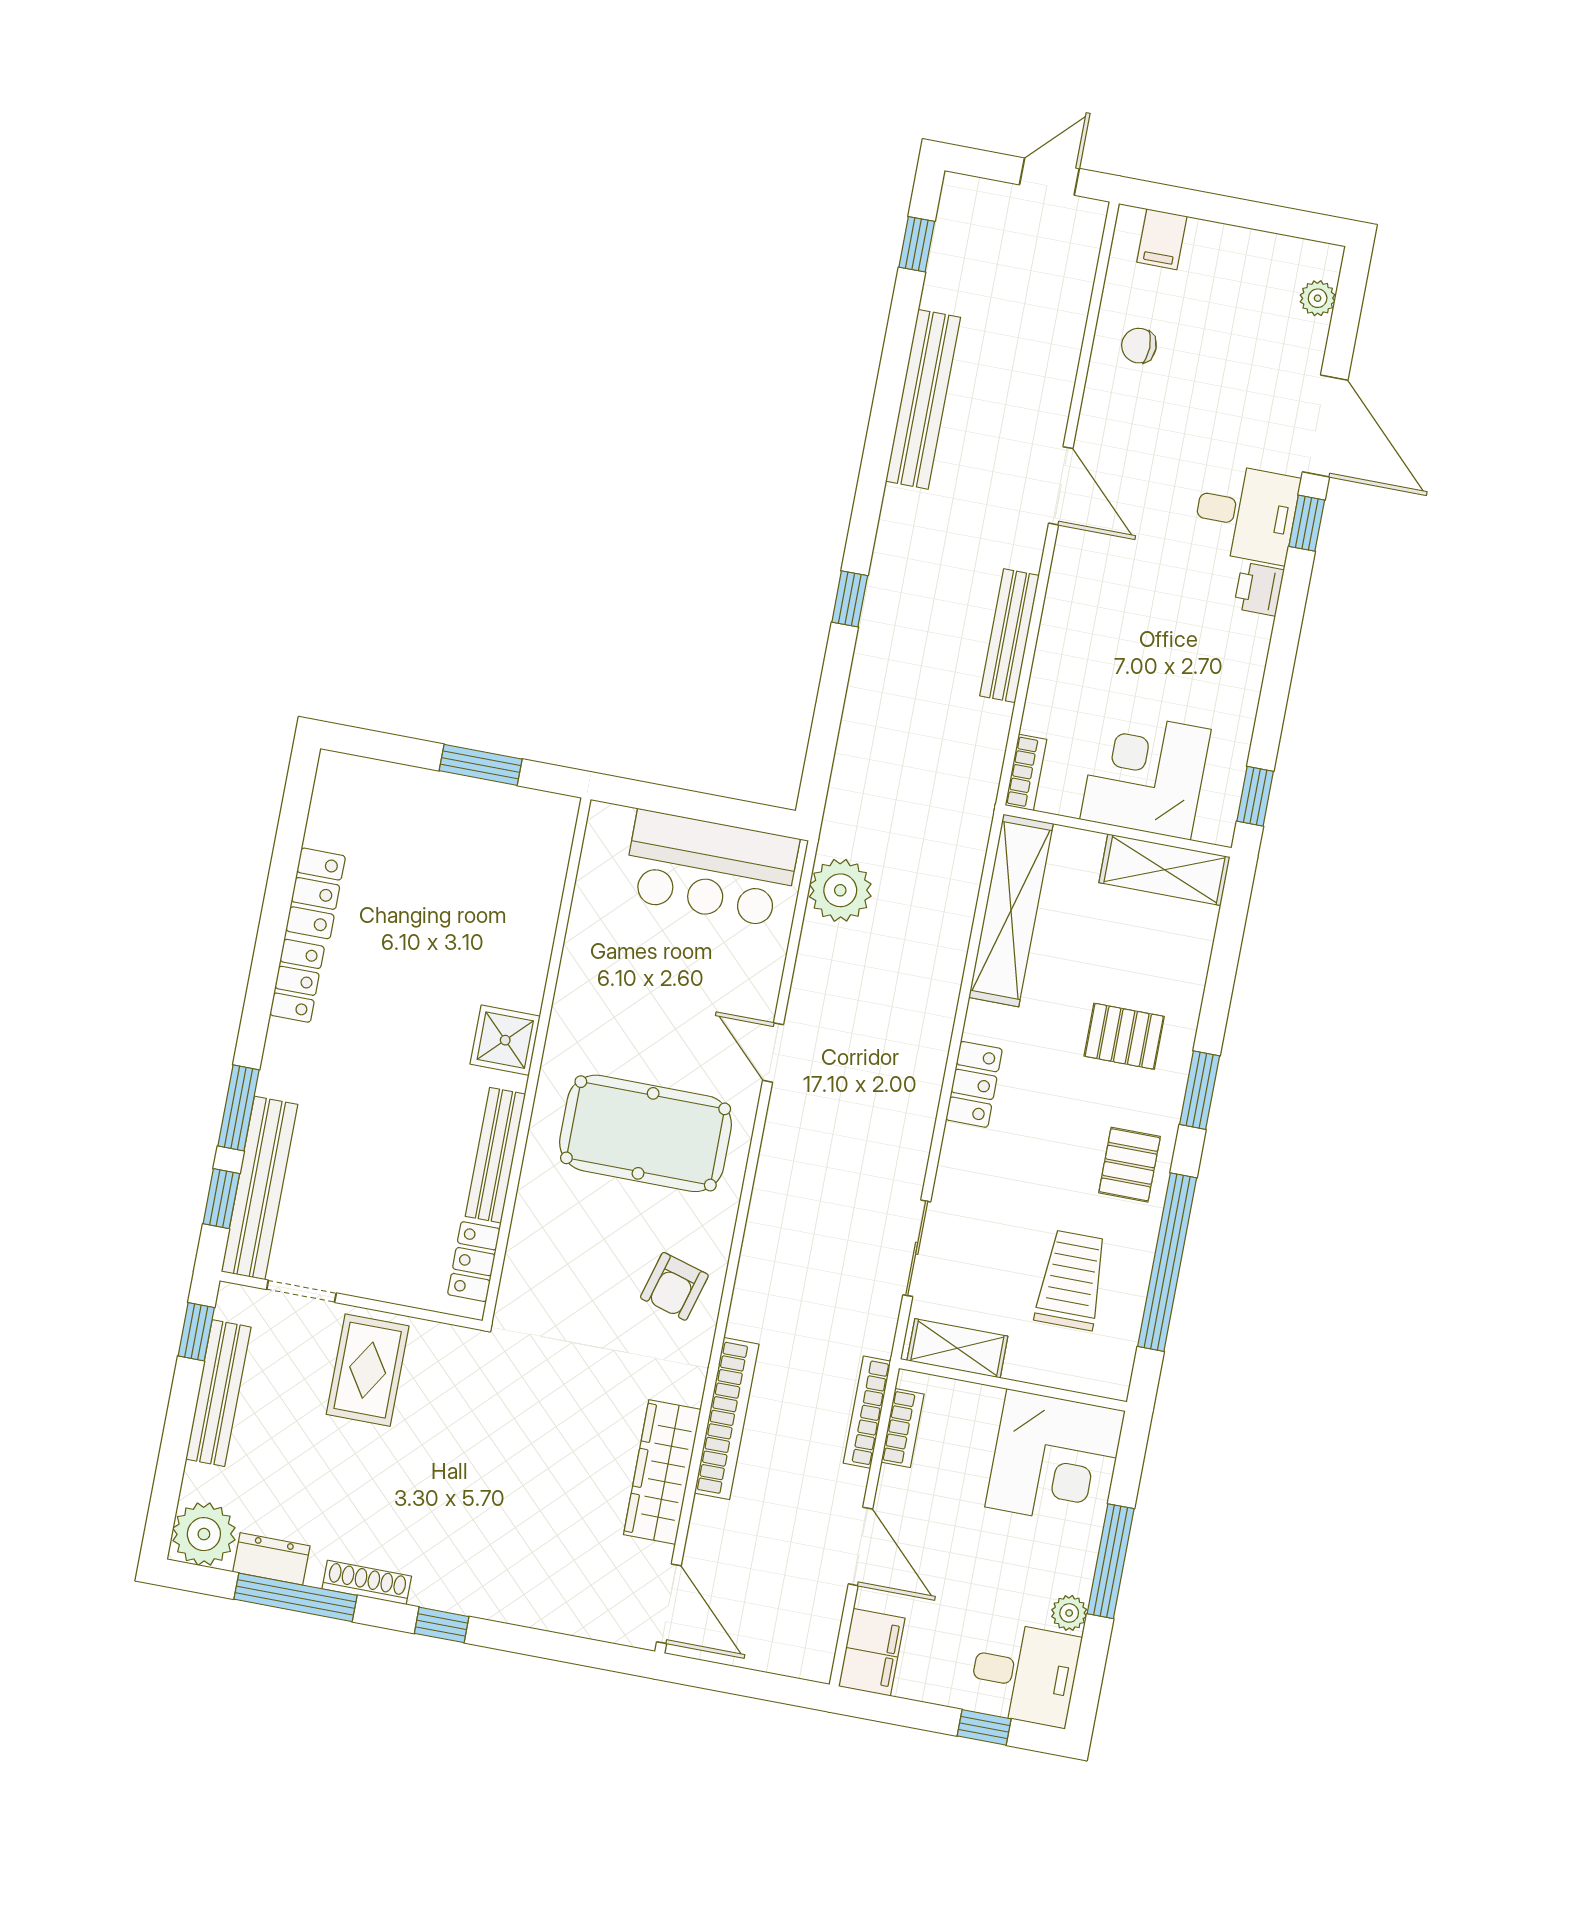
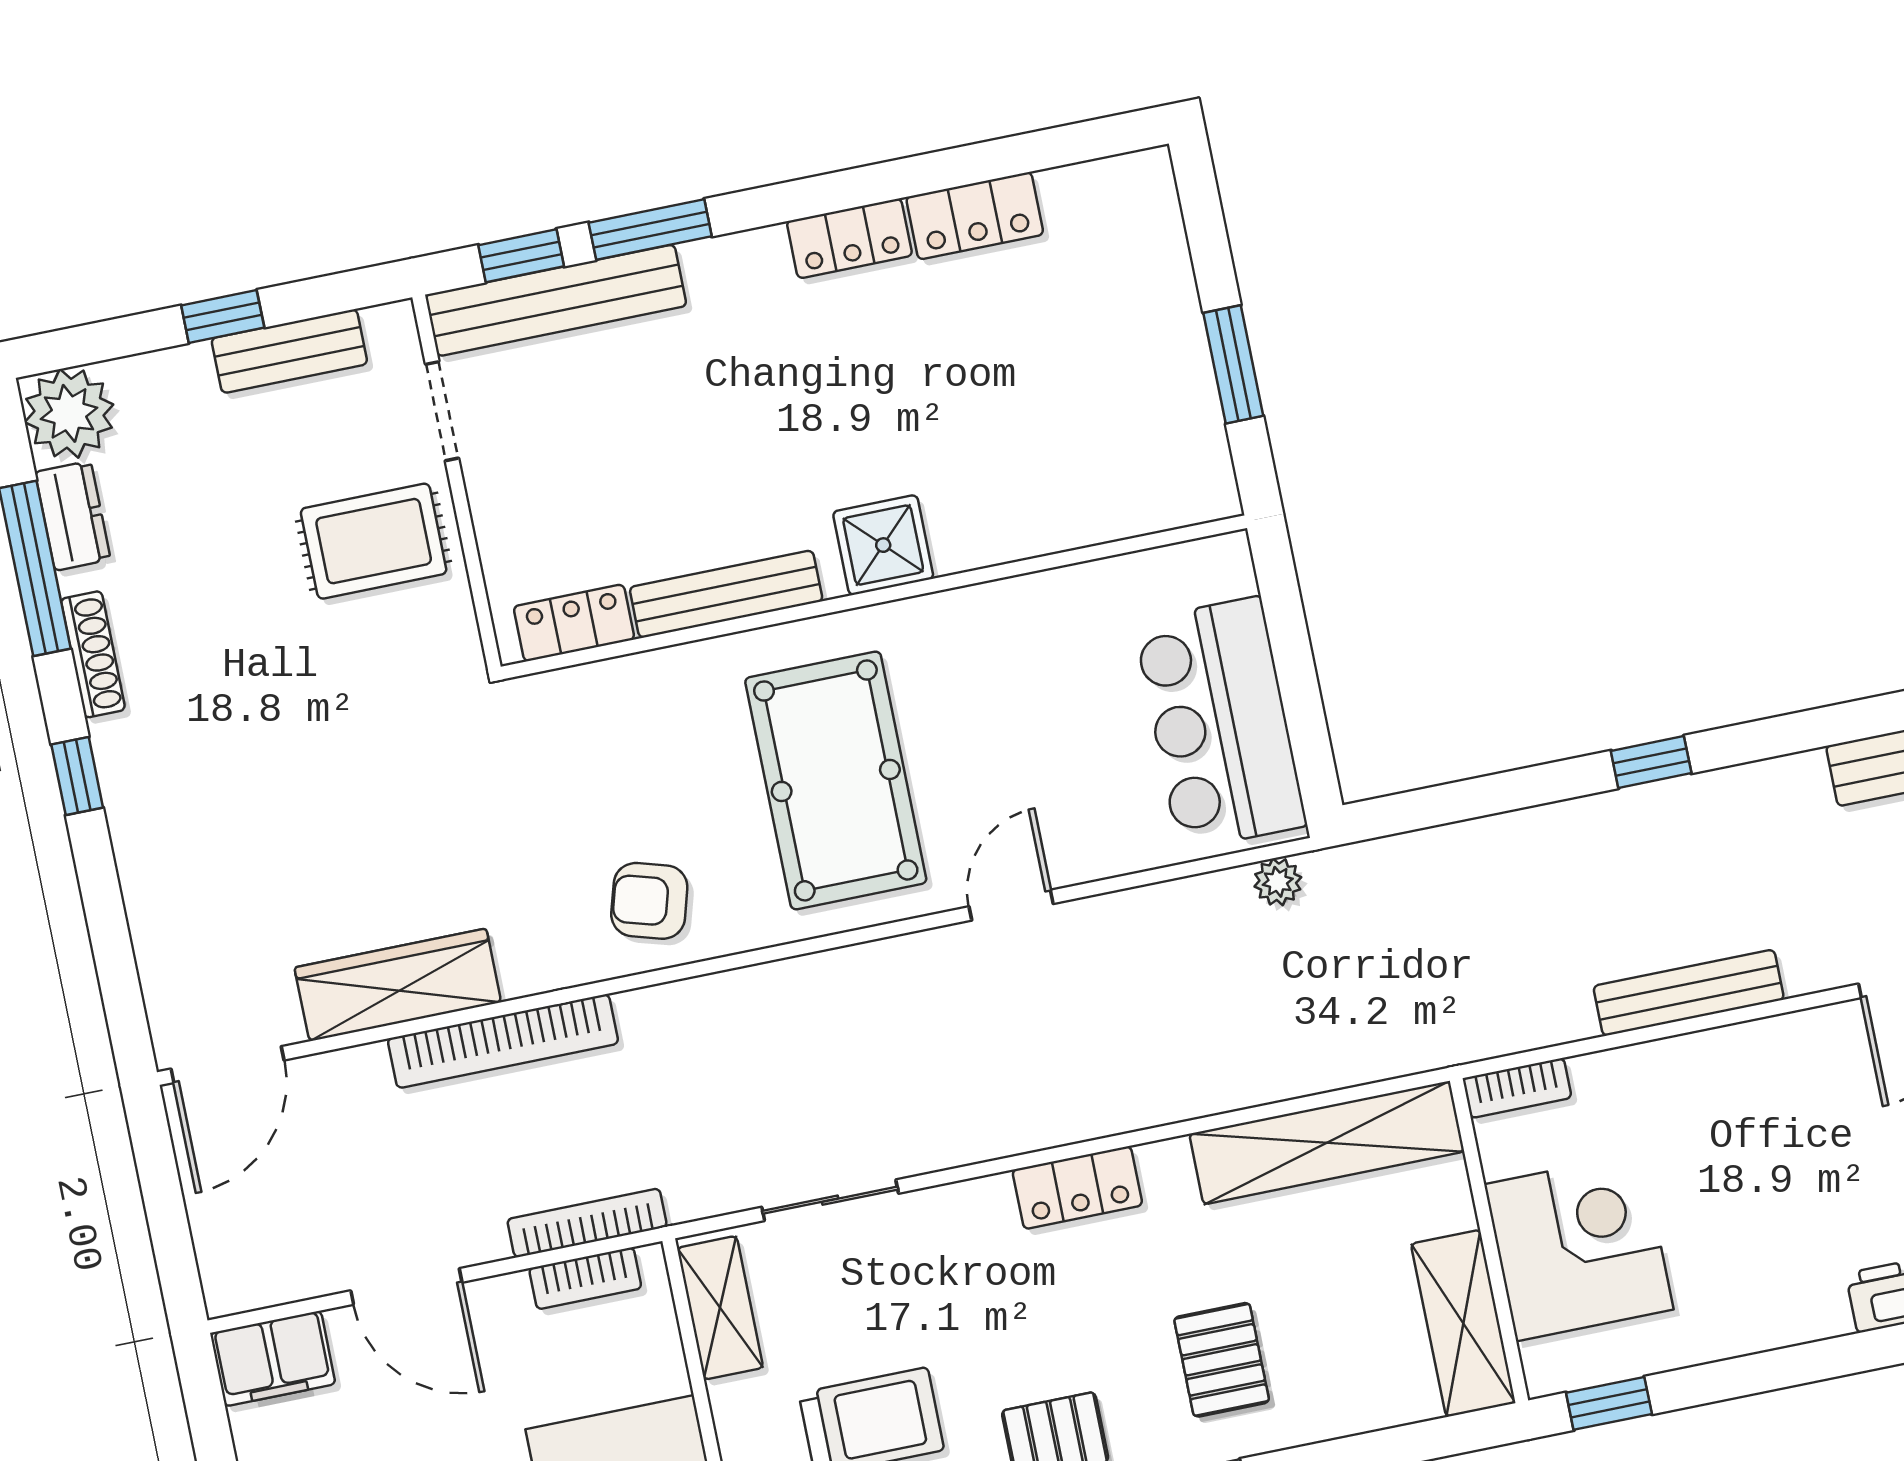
plant: (840, 890) -> (1278, 882), width x0.53, depth x0.53
window: (196, 1332) -> (223, 316), moved
bench: (218, 1393) -> (289, 351), width x0.73
door: (860, 1546) -> (406, 1286), hinge flipped

